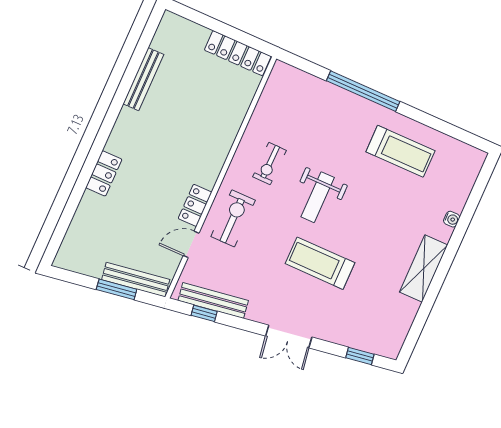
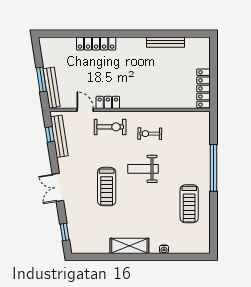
locker: (104, 173) -> (96, 43), width x1.53
treadmill: (320, 263) -> (107, 187), turned 180

